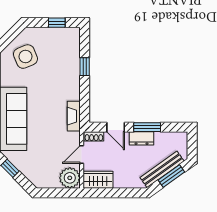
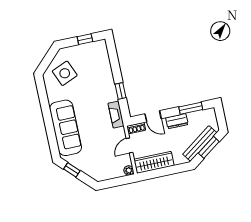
window: (85, 67) -> (121, 91), moved
window: (147, 127) -> (191, 108), moved
plant: (70, 178) -> (129, 170), width x0.53, depth x0.53
wardrobe: (98, 180) -> (154, 162), width x1.50

